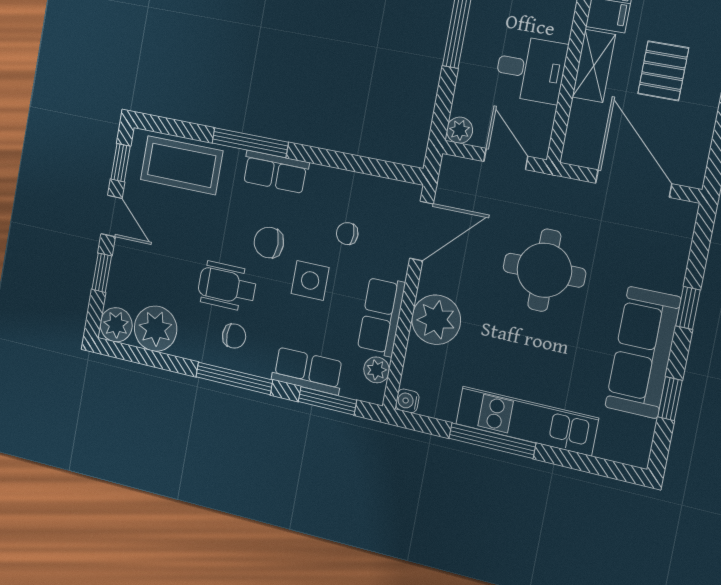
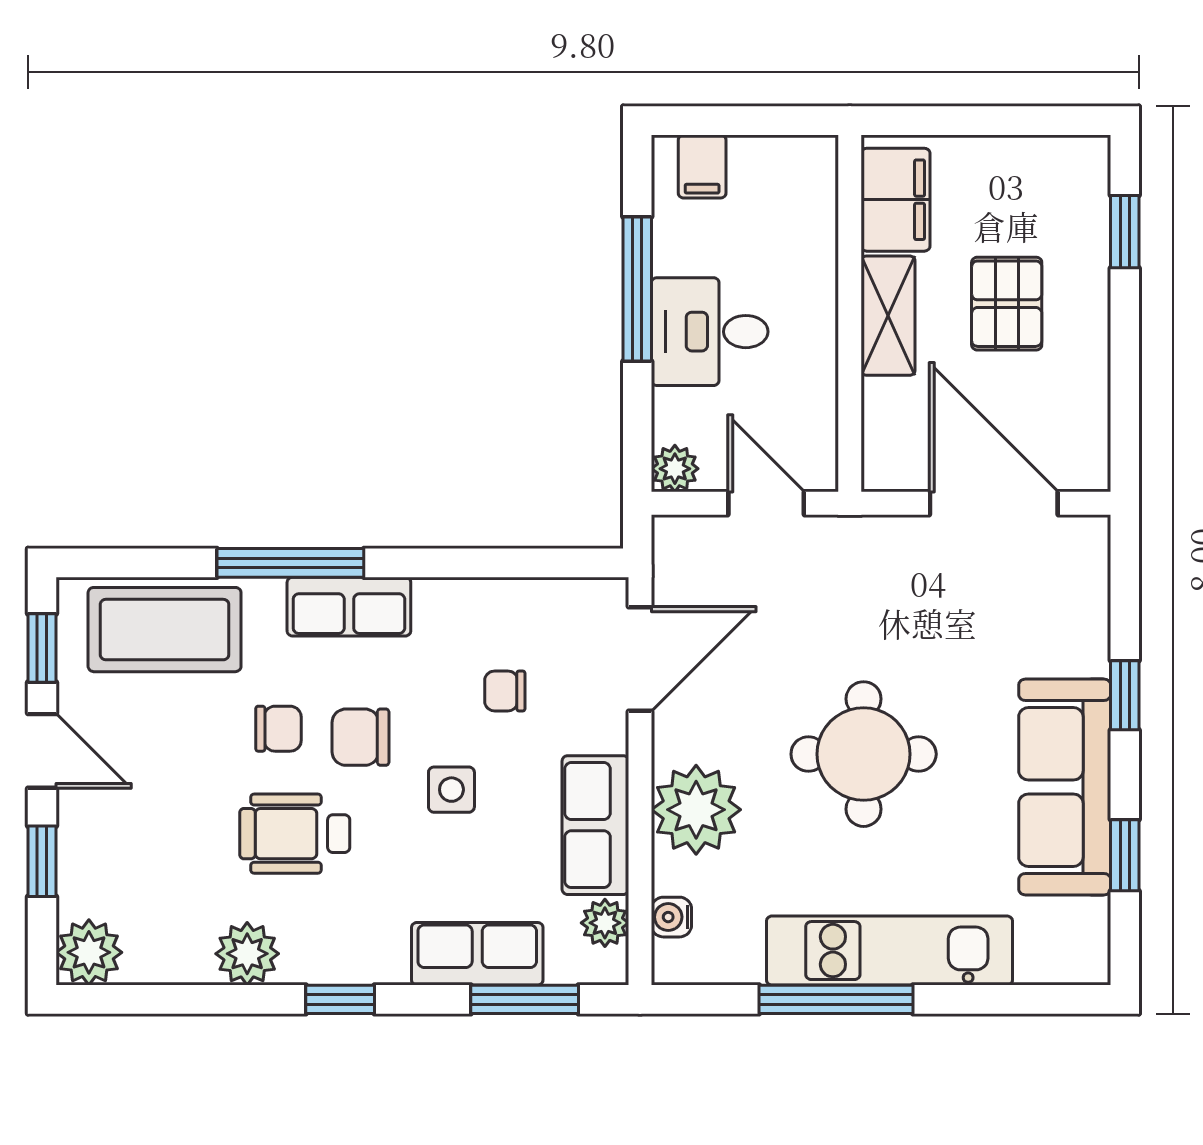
desk: (531, 69) -> (710, 332), moved, turned 180
round table: (544, 270) -> (864, 754), moved
side table: (310, 280) -> (451, 790), width x0.73, depth x0.73
plant: (156, 329) -> (247, 954), moved, width x0.73, depth x0.73
chair: (234, 336) -> (278, 729), moved
window: (234, 378) -> (340, 999), width x0.46
water cooler: (407, 401) -> (671, 917), moved

